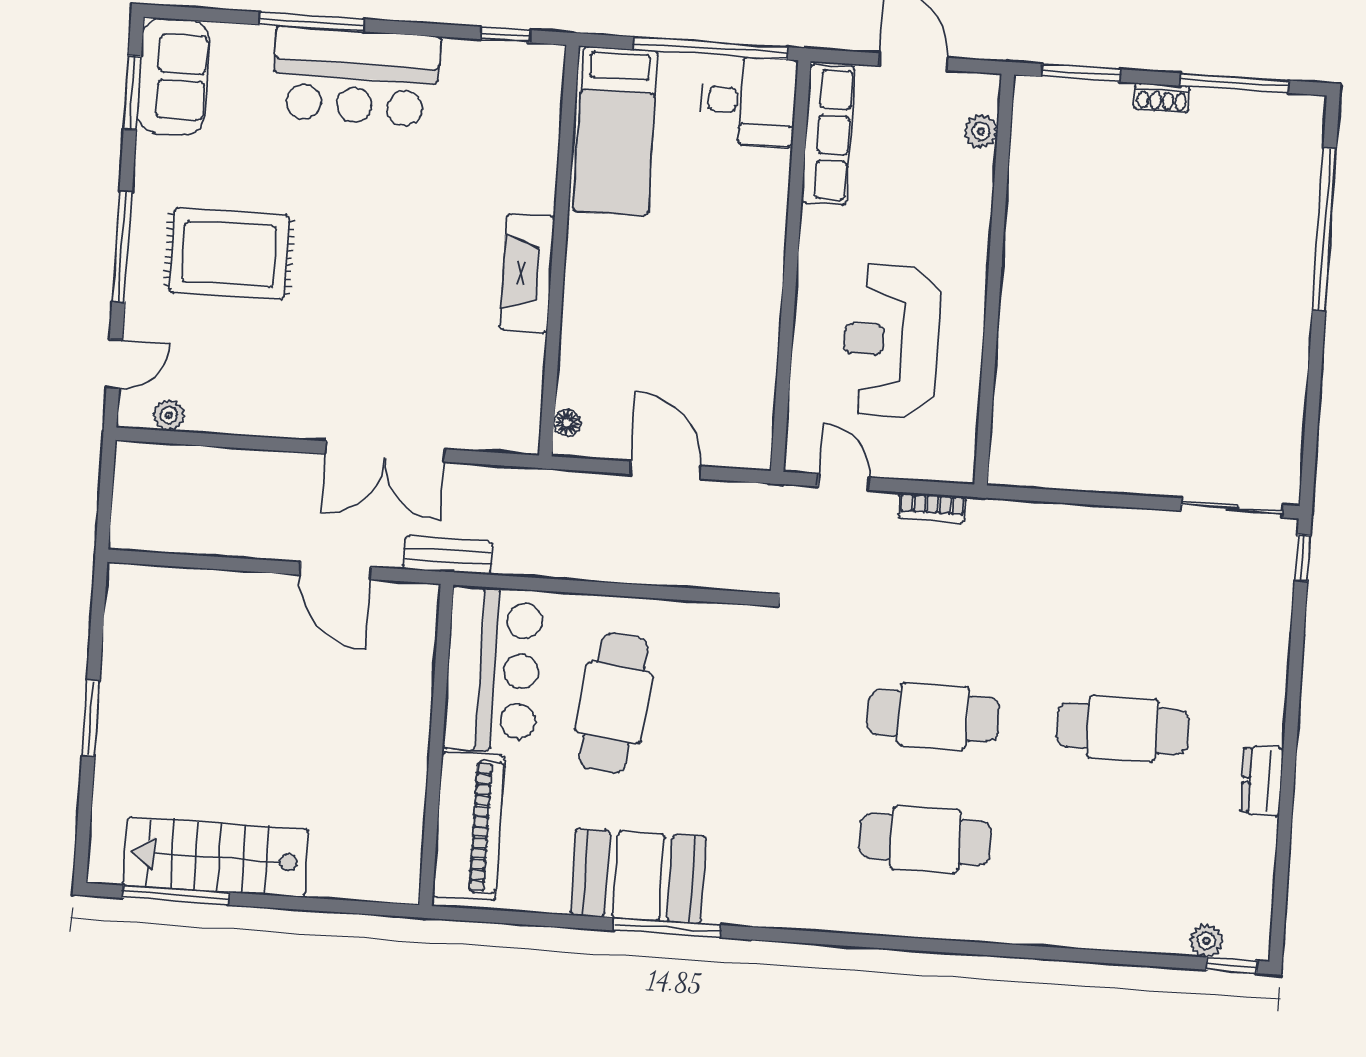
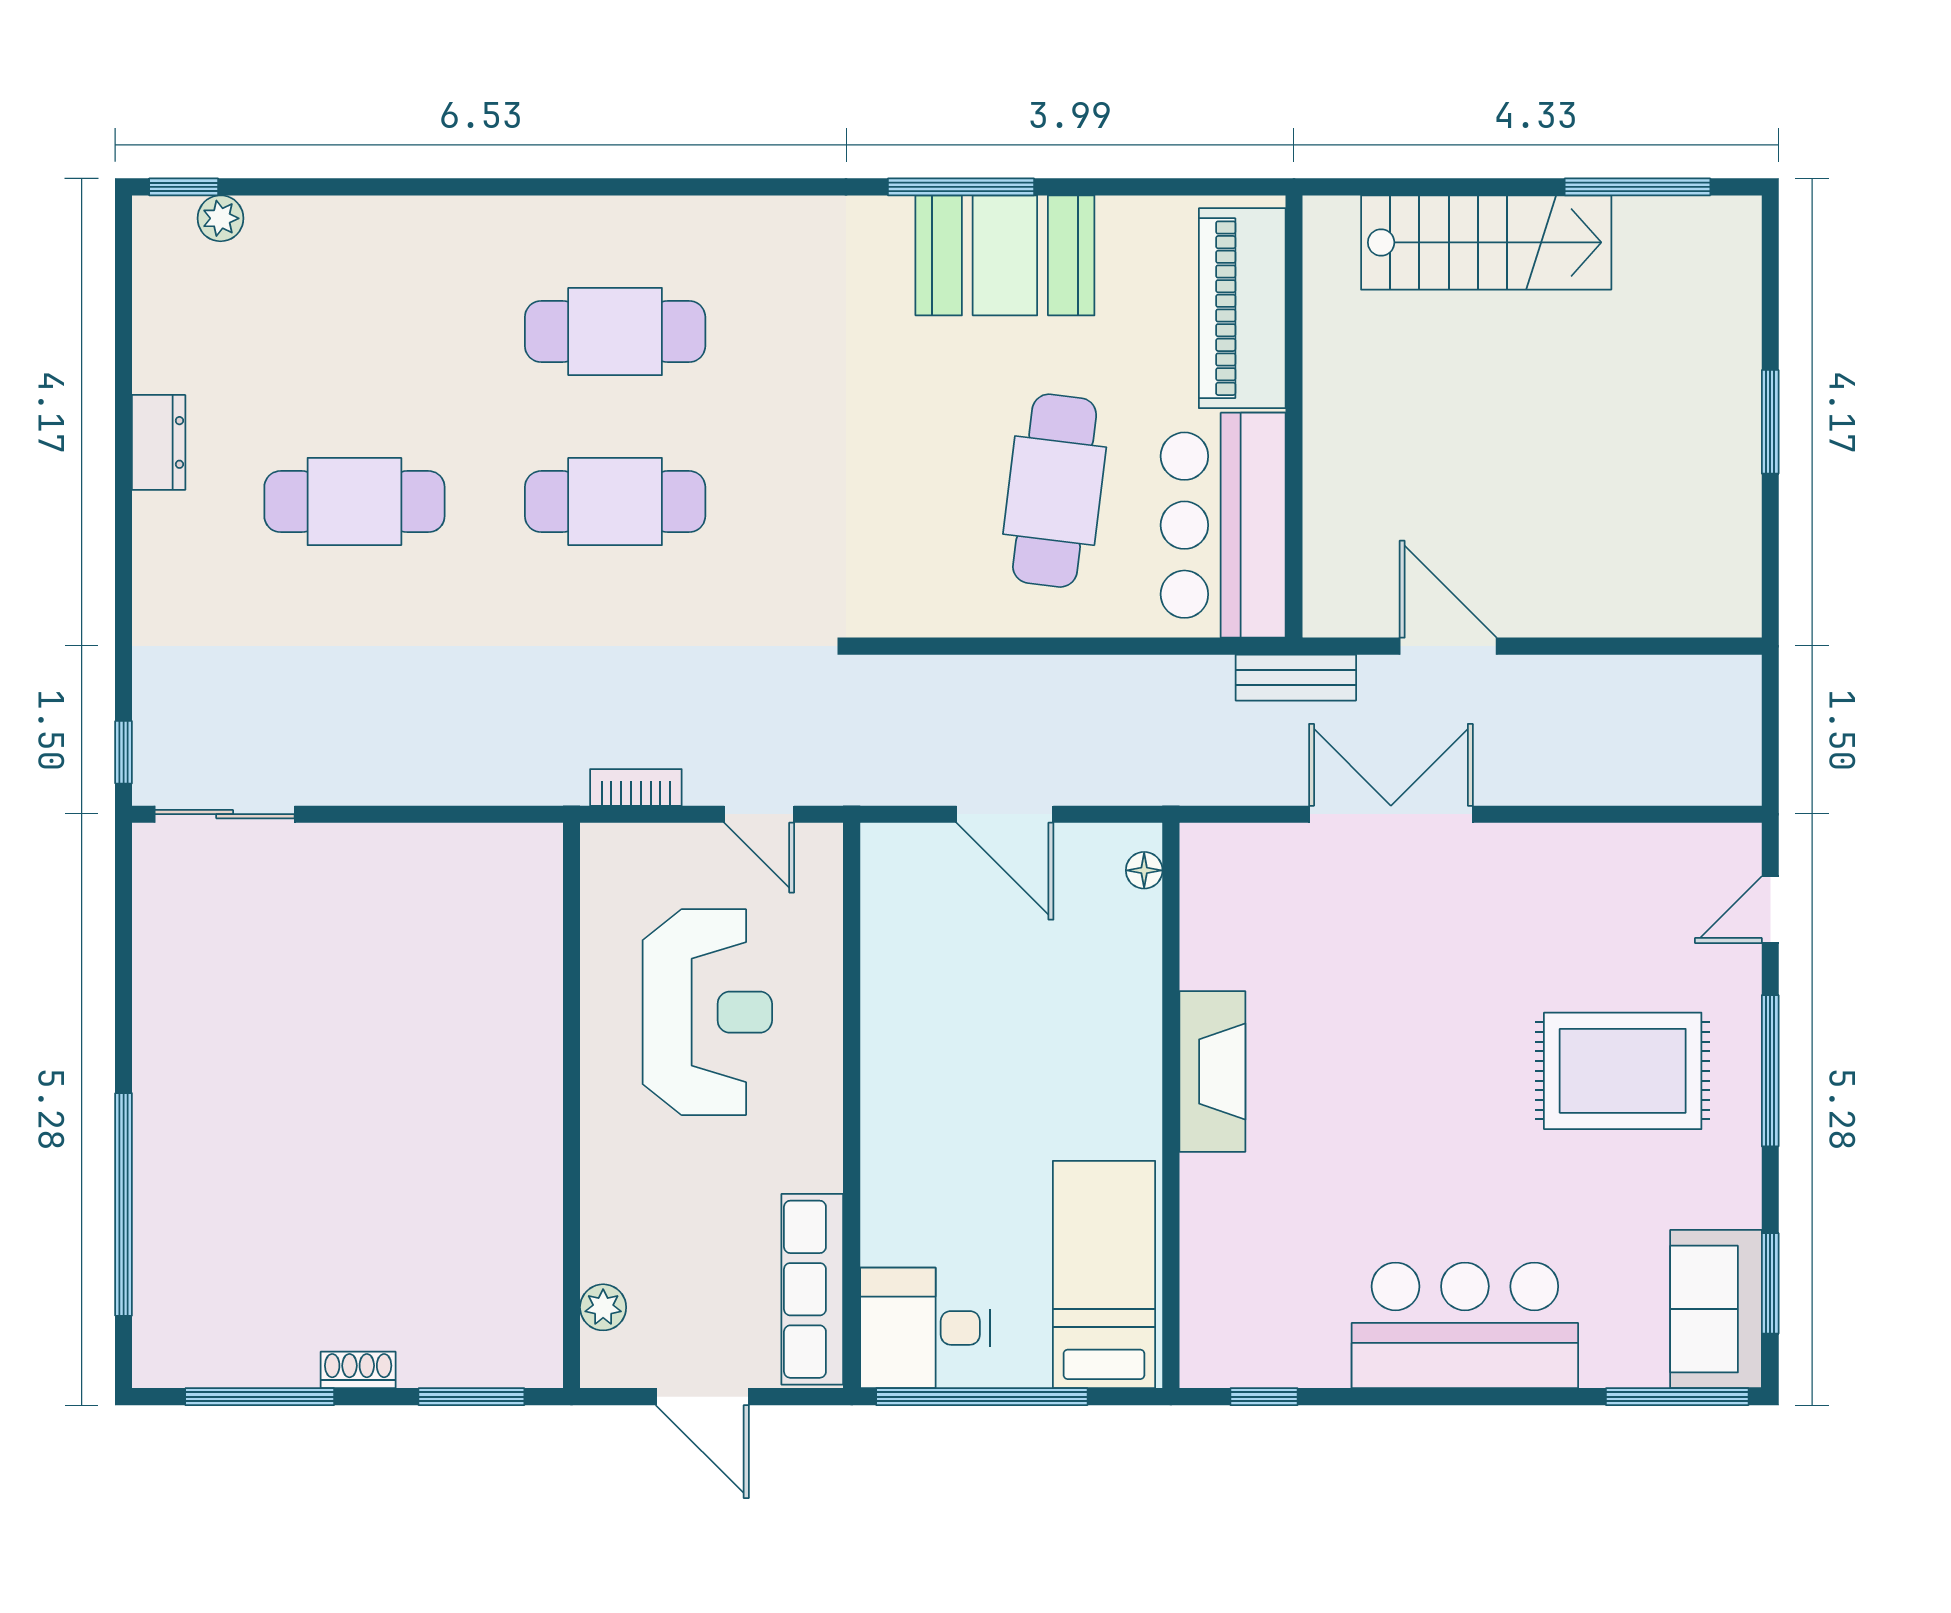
window: (311, 22) -> (1677, 1397), moved
plant: (169, 415) -> (1691, 844), removed
stairs: (216, 857) -> (1486, 242), moved

